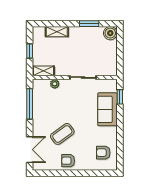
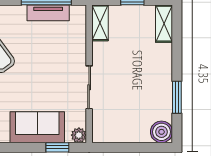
shelving: (57, 32) -> (164, 24), moved
plant: (55, 84) -> (79, 135), moved
tv unit: (37, 103) -> (48, 13), added

